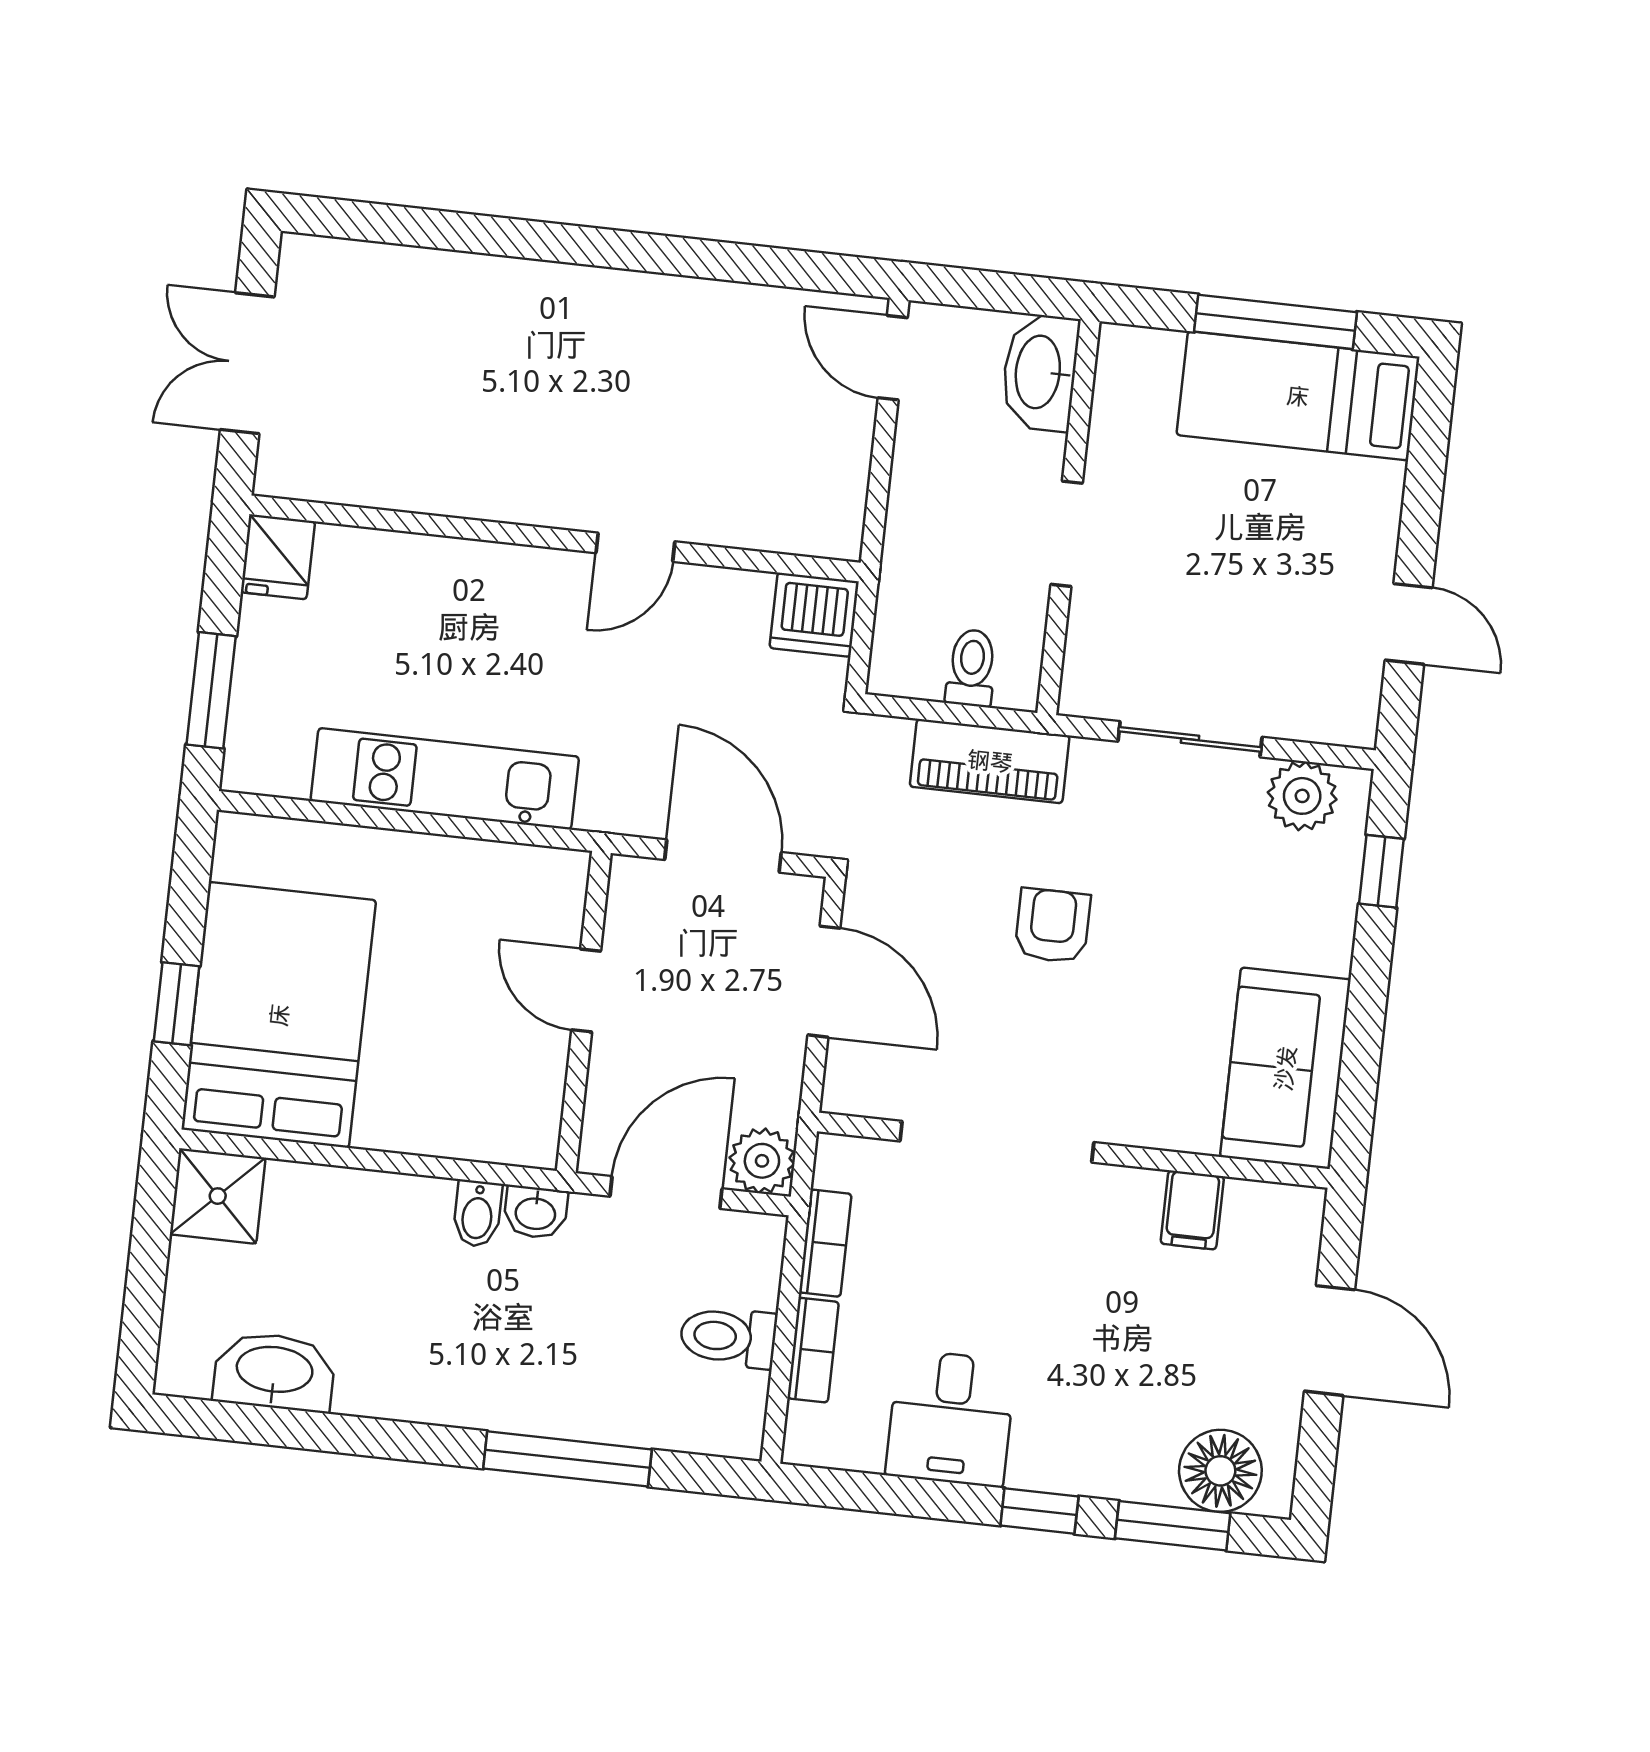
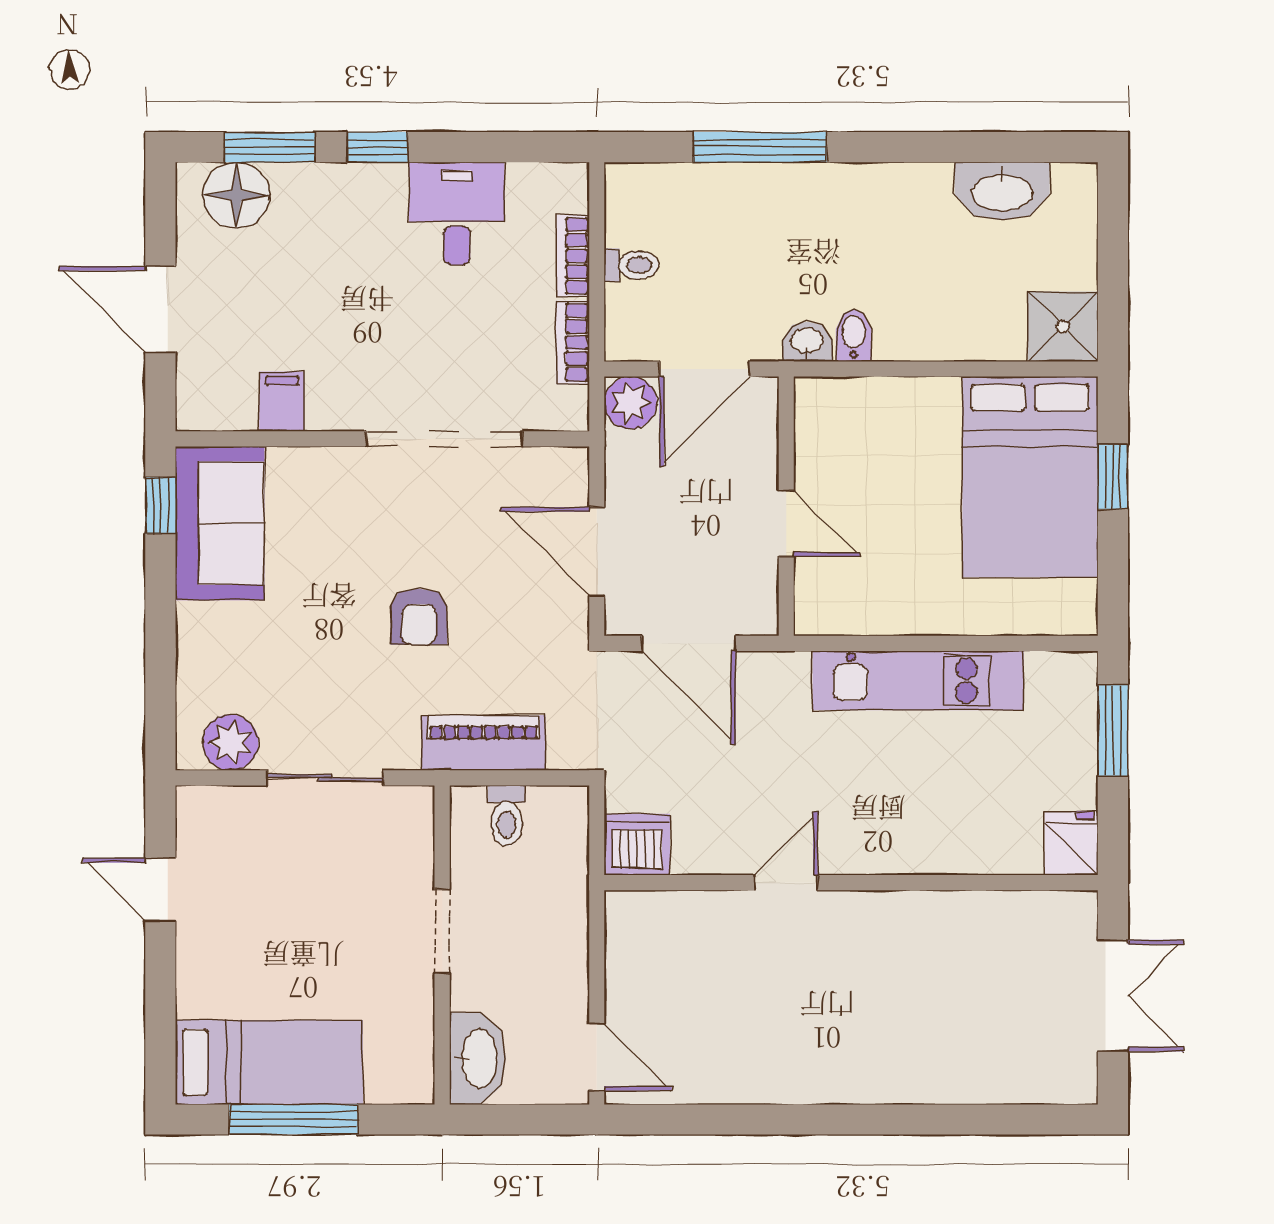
window: (1381, 871) -> (160, 505), moved
toilet: (728, 1337) -> (631, 265), width x0.73, depth x0.72

